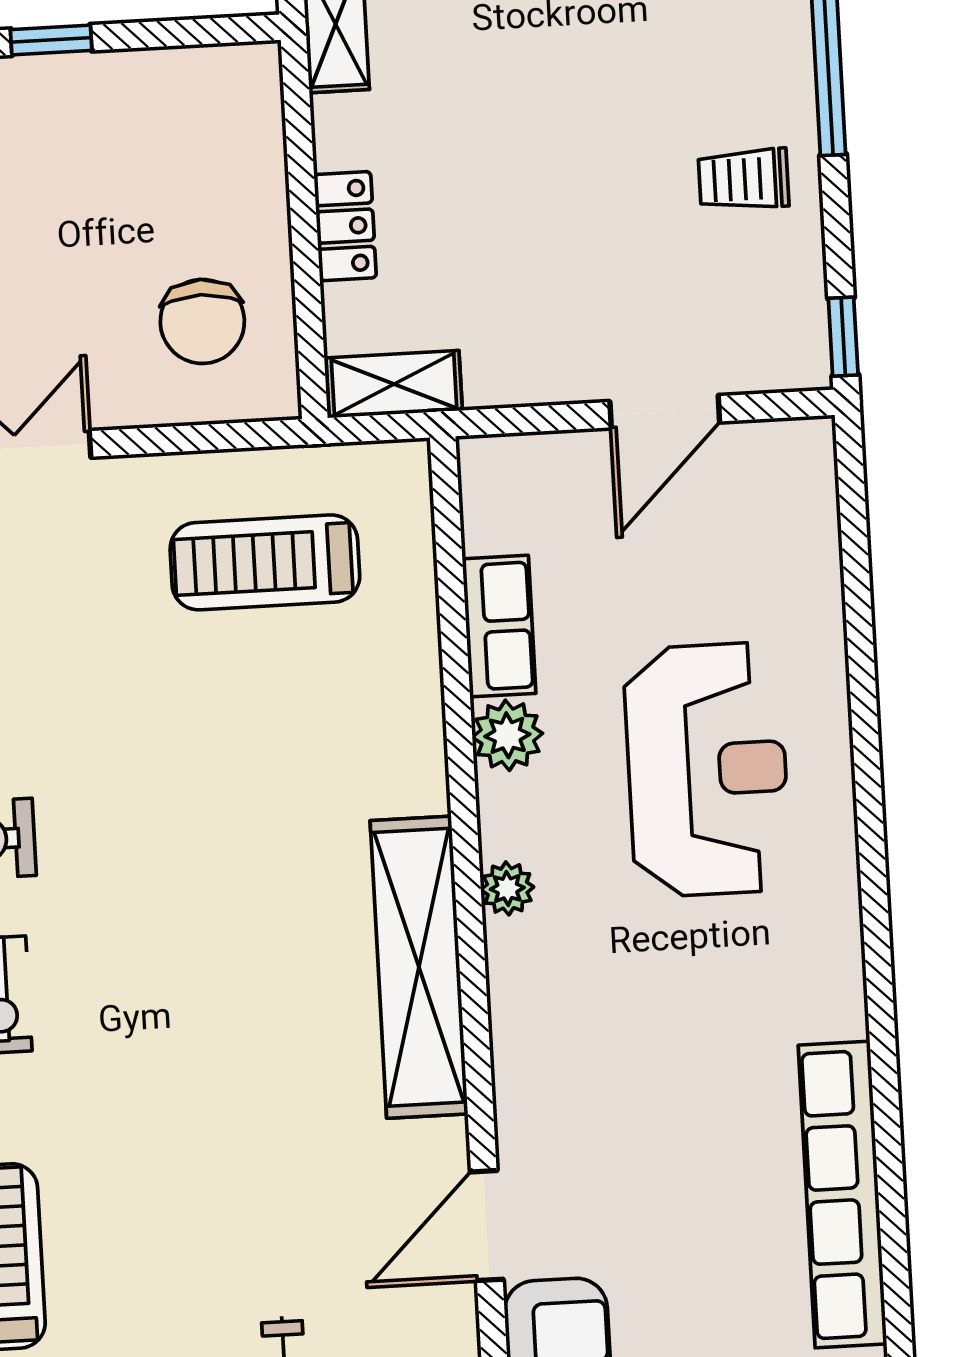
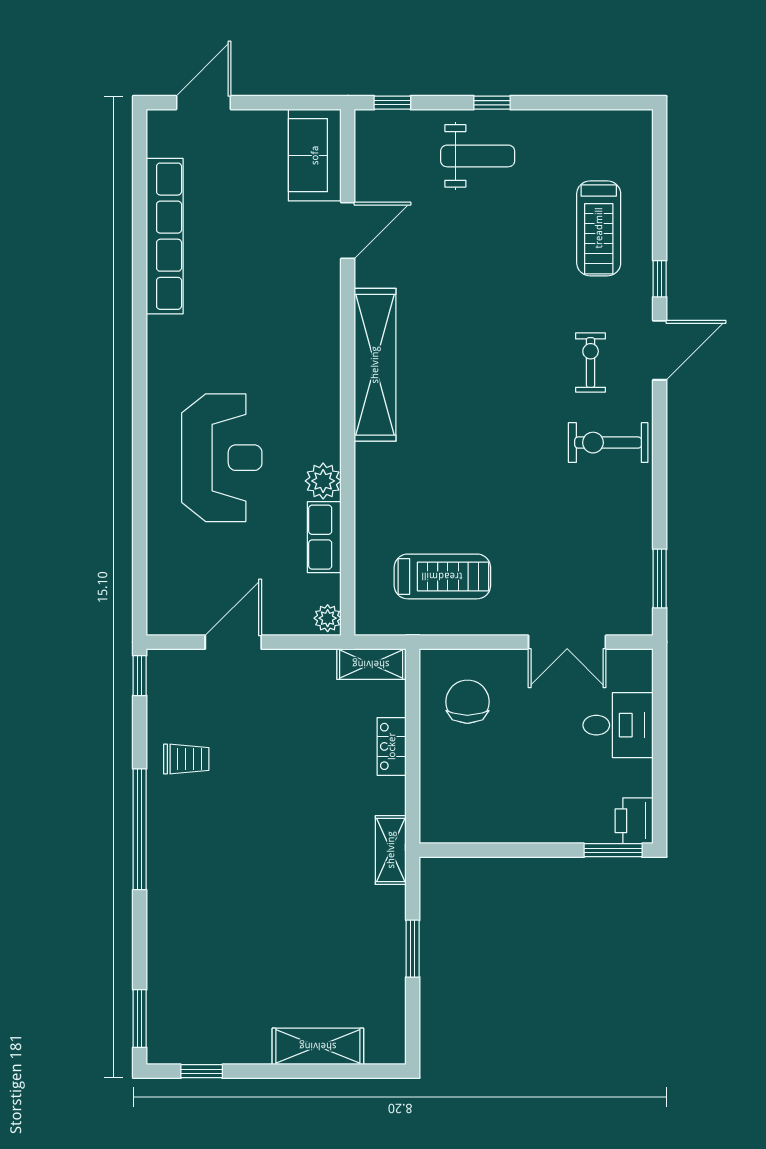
window: (51, 40) -> (537, 850), removed
reception desk: (707, 770) -> (222, 458), turned 180
plant: (507, 888) -> (328, 618), moved

